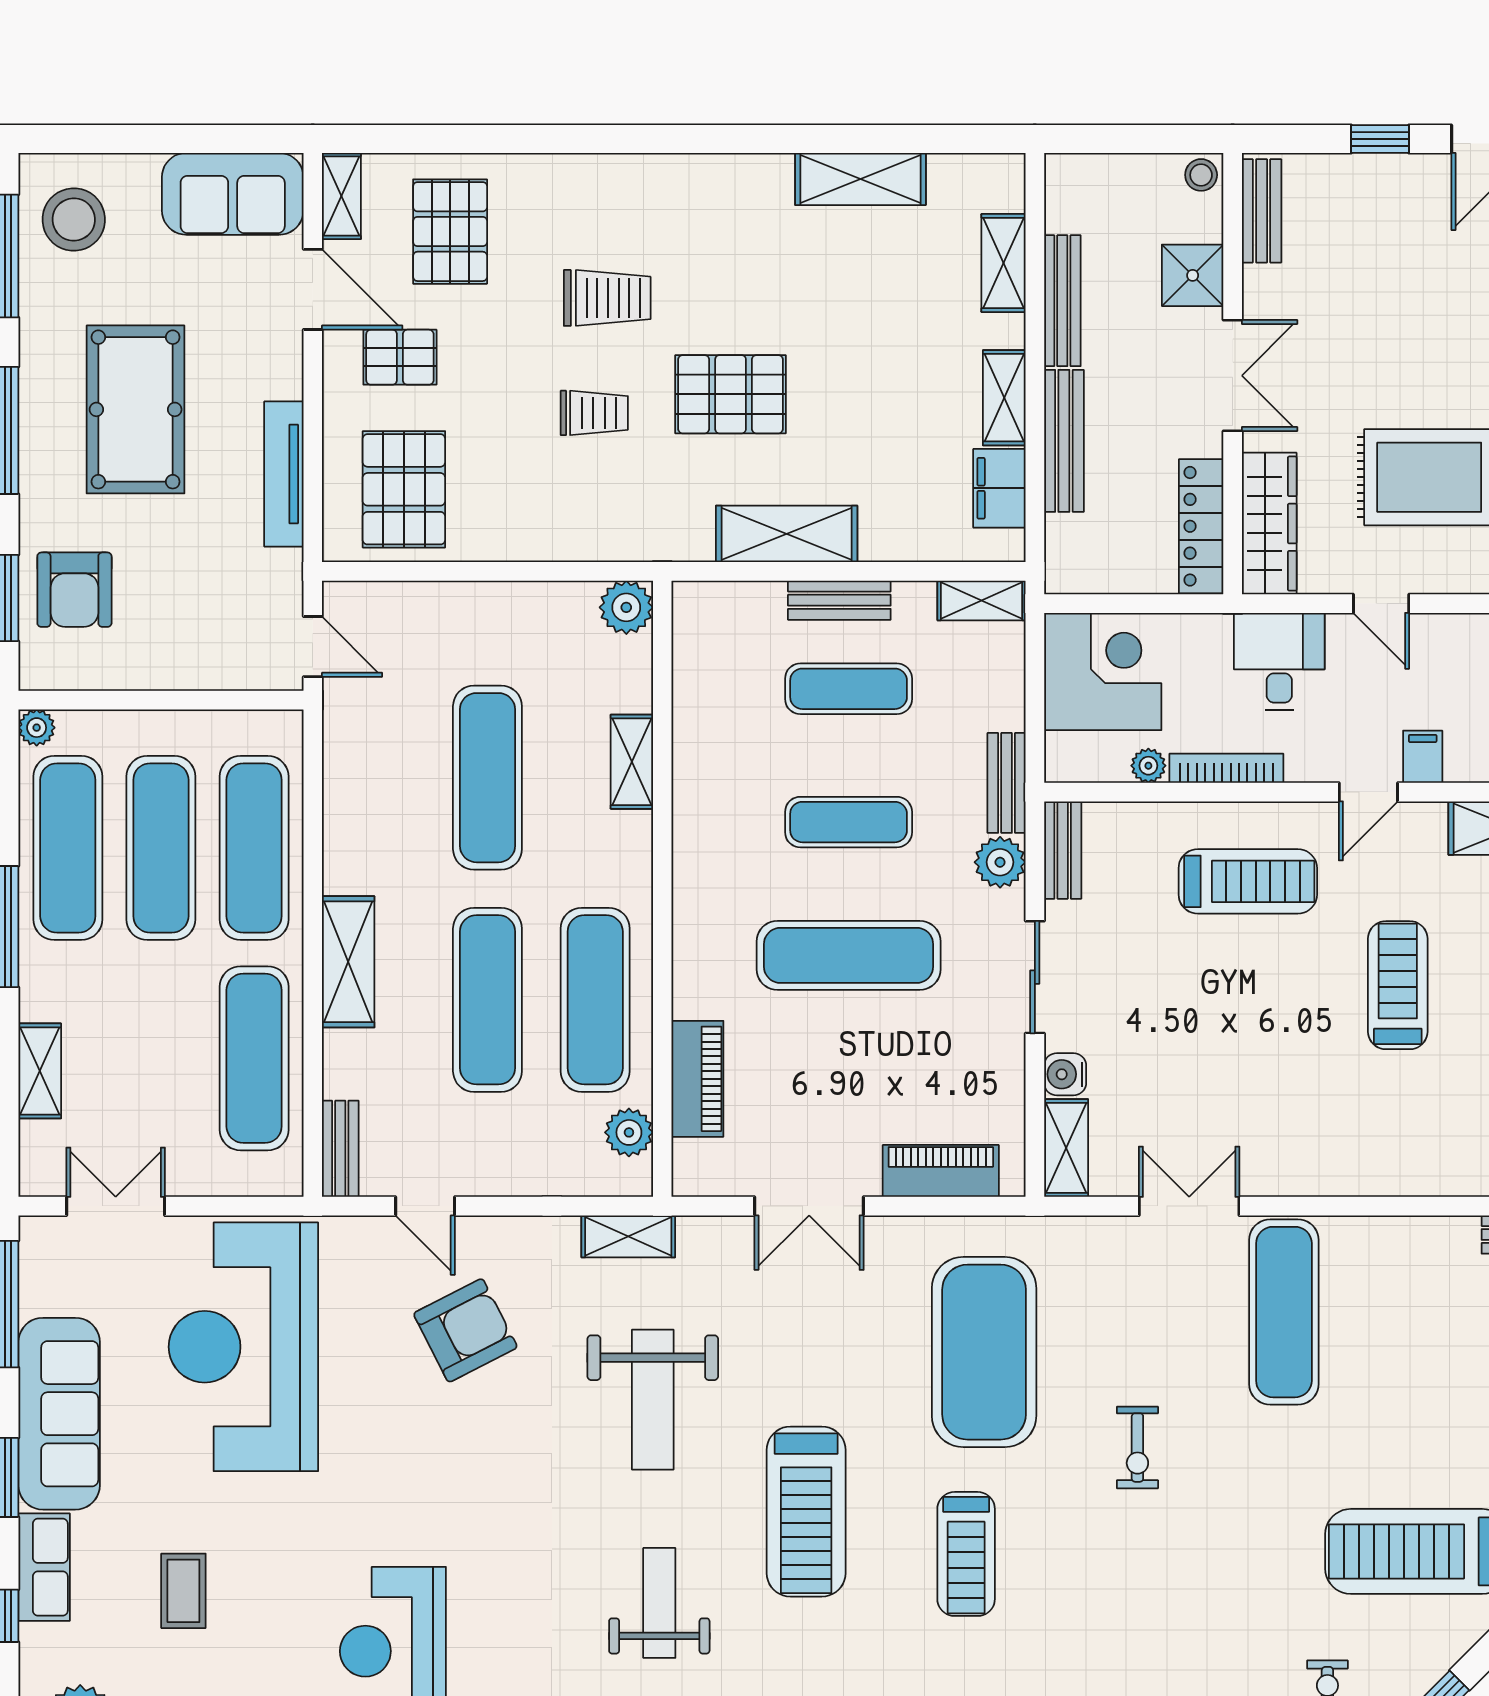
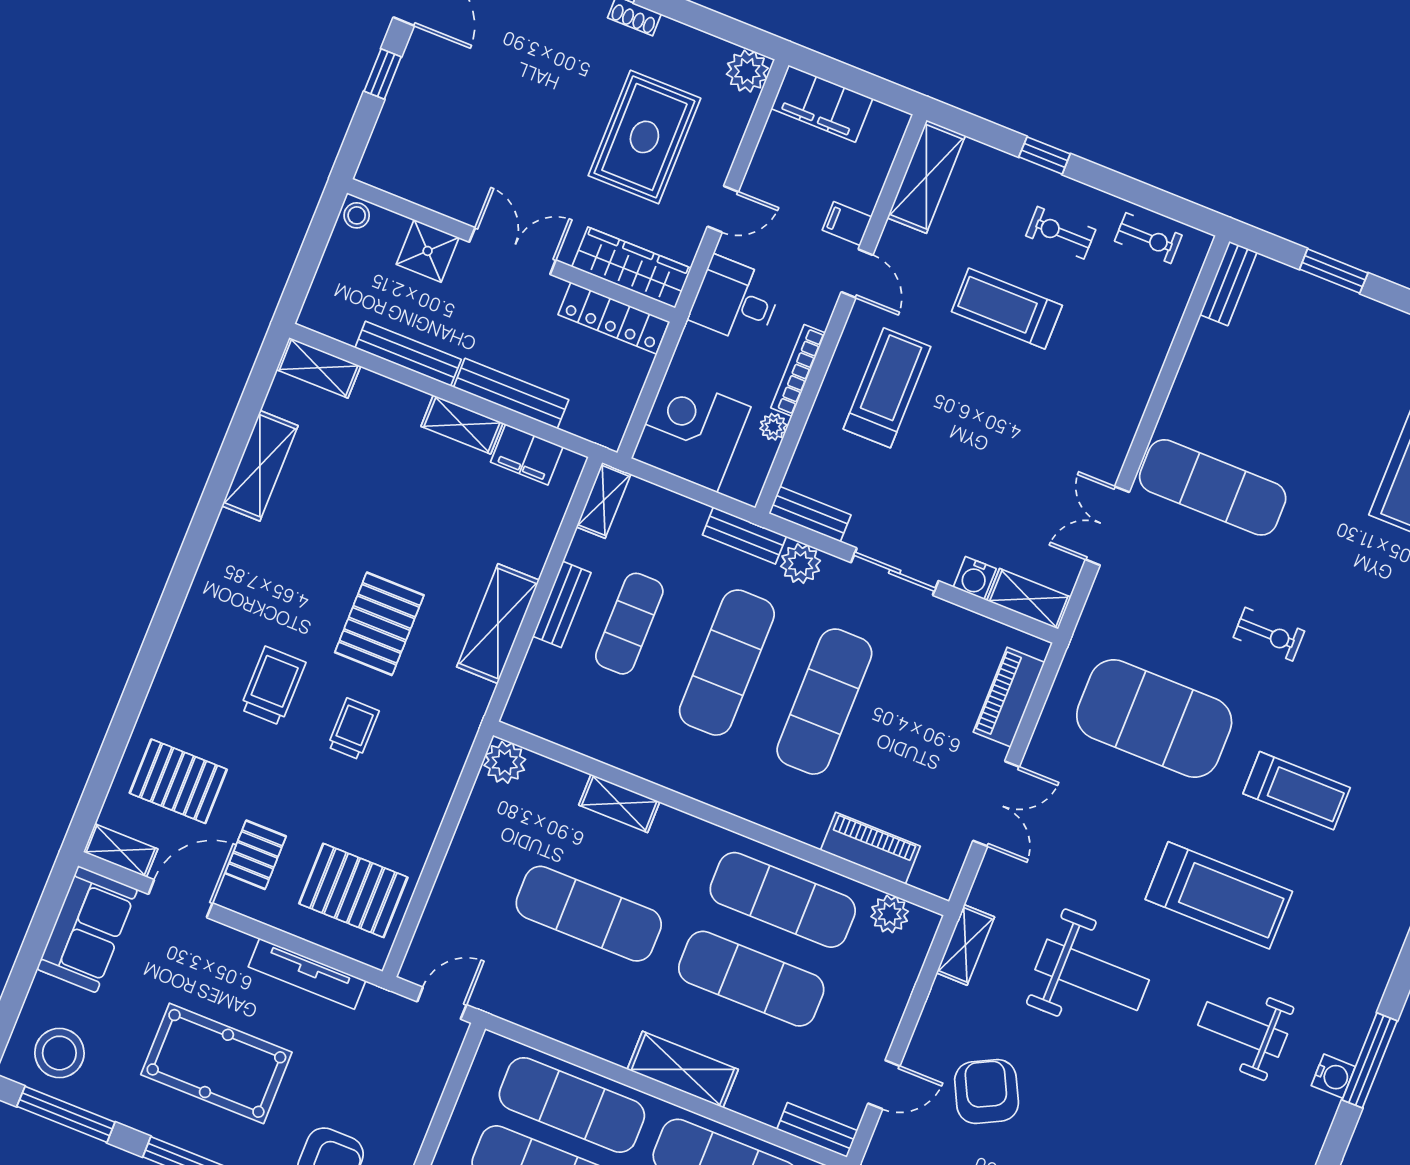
bench: (1262, 211) -> (401, 182), removed
shelving: (1004, 263) -> (319, 368), moved
exercise mat: (849, 822) -> (727, 663), width x1.36, depth x1.45

